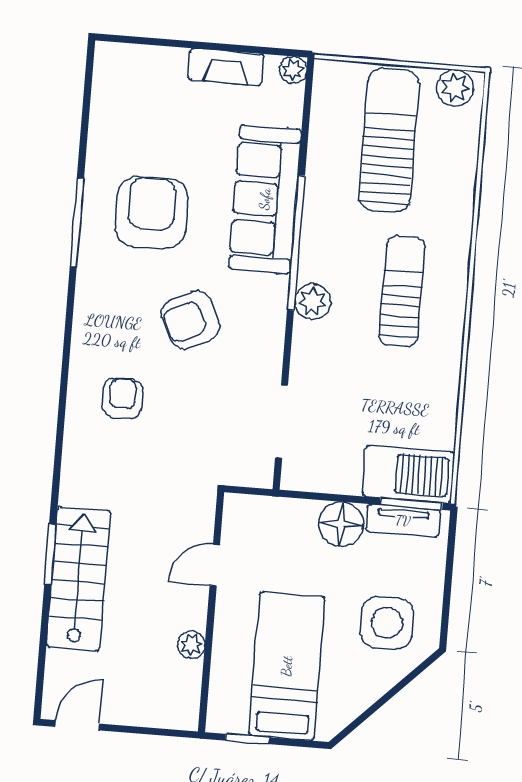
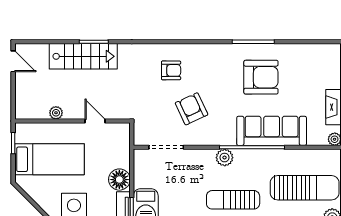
sun lounger: (402, 291) -> (233, 200), turned 180
armchair: (190, 320) -> (192, 109), moved

